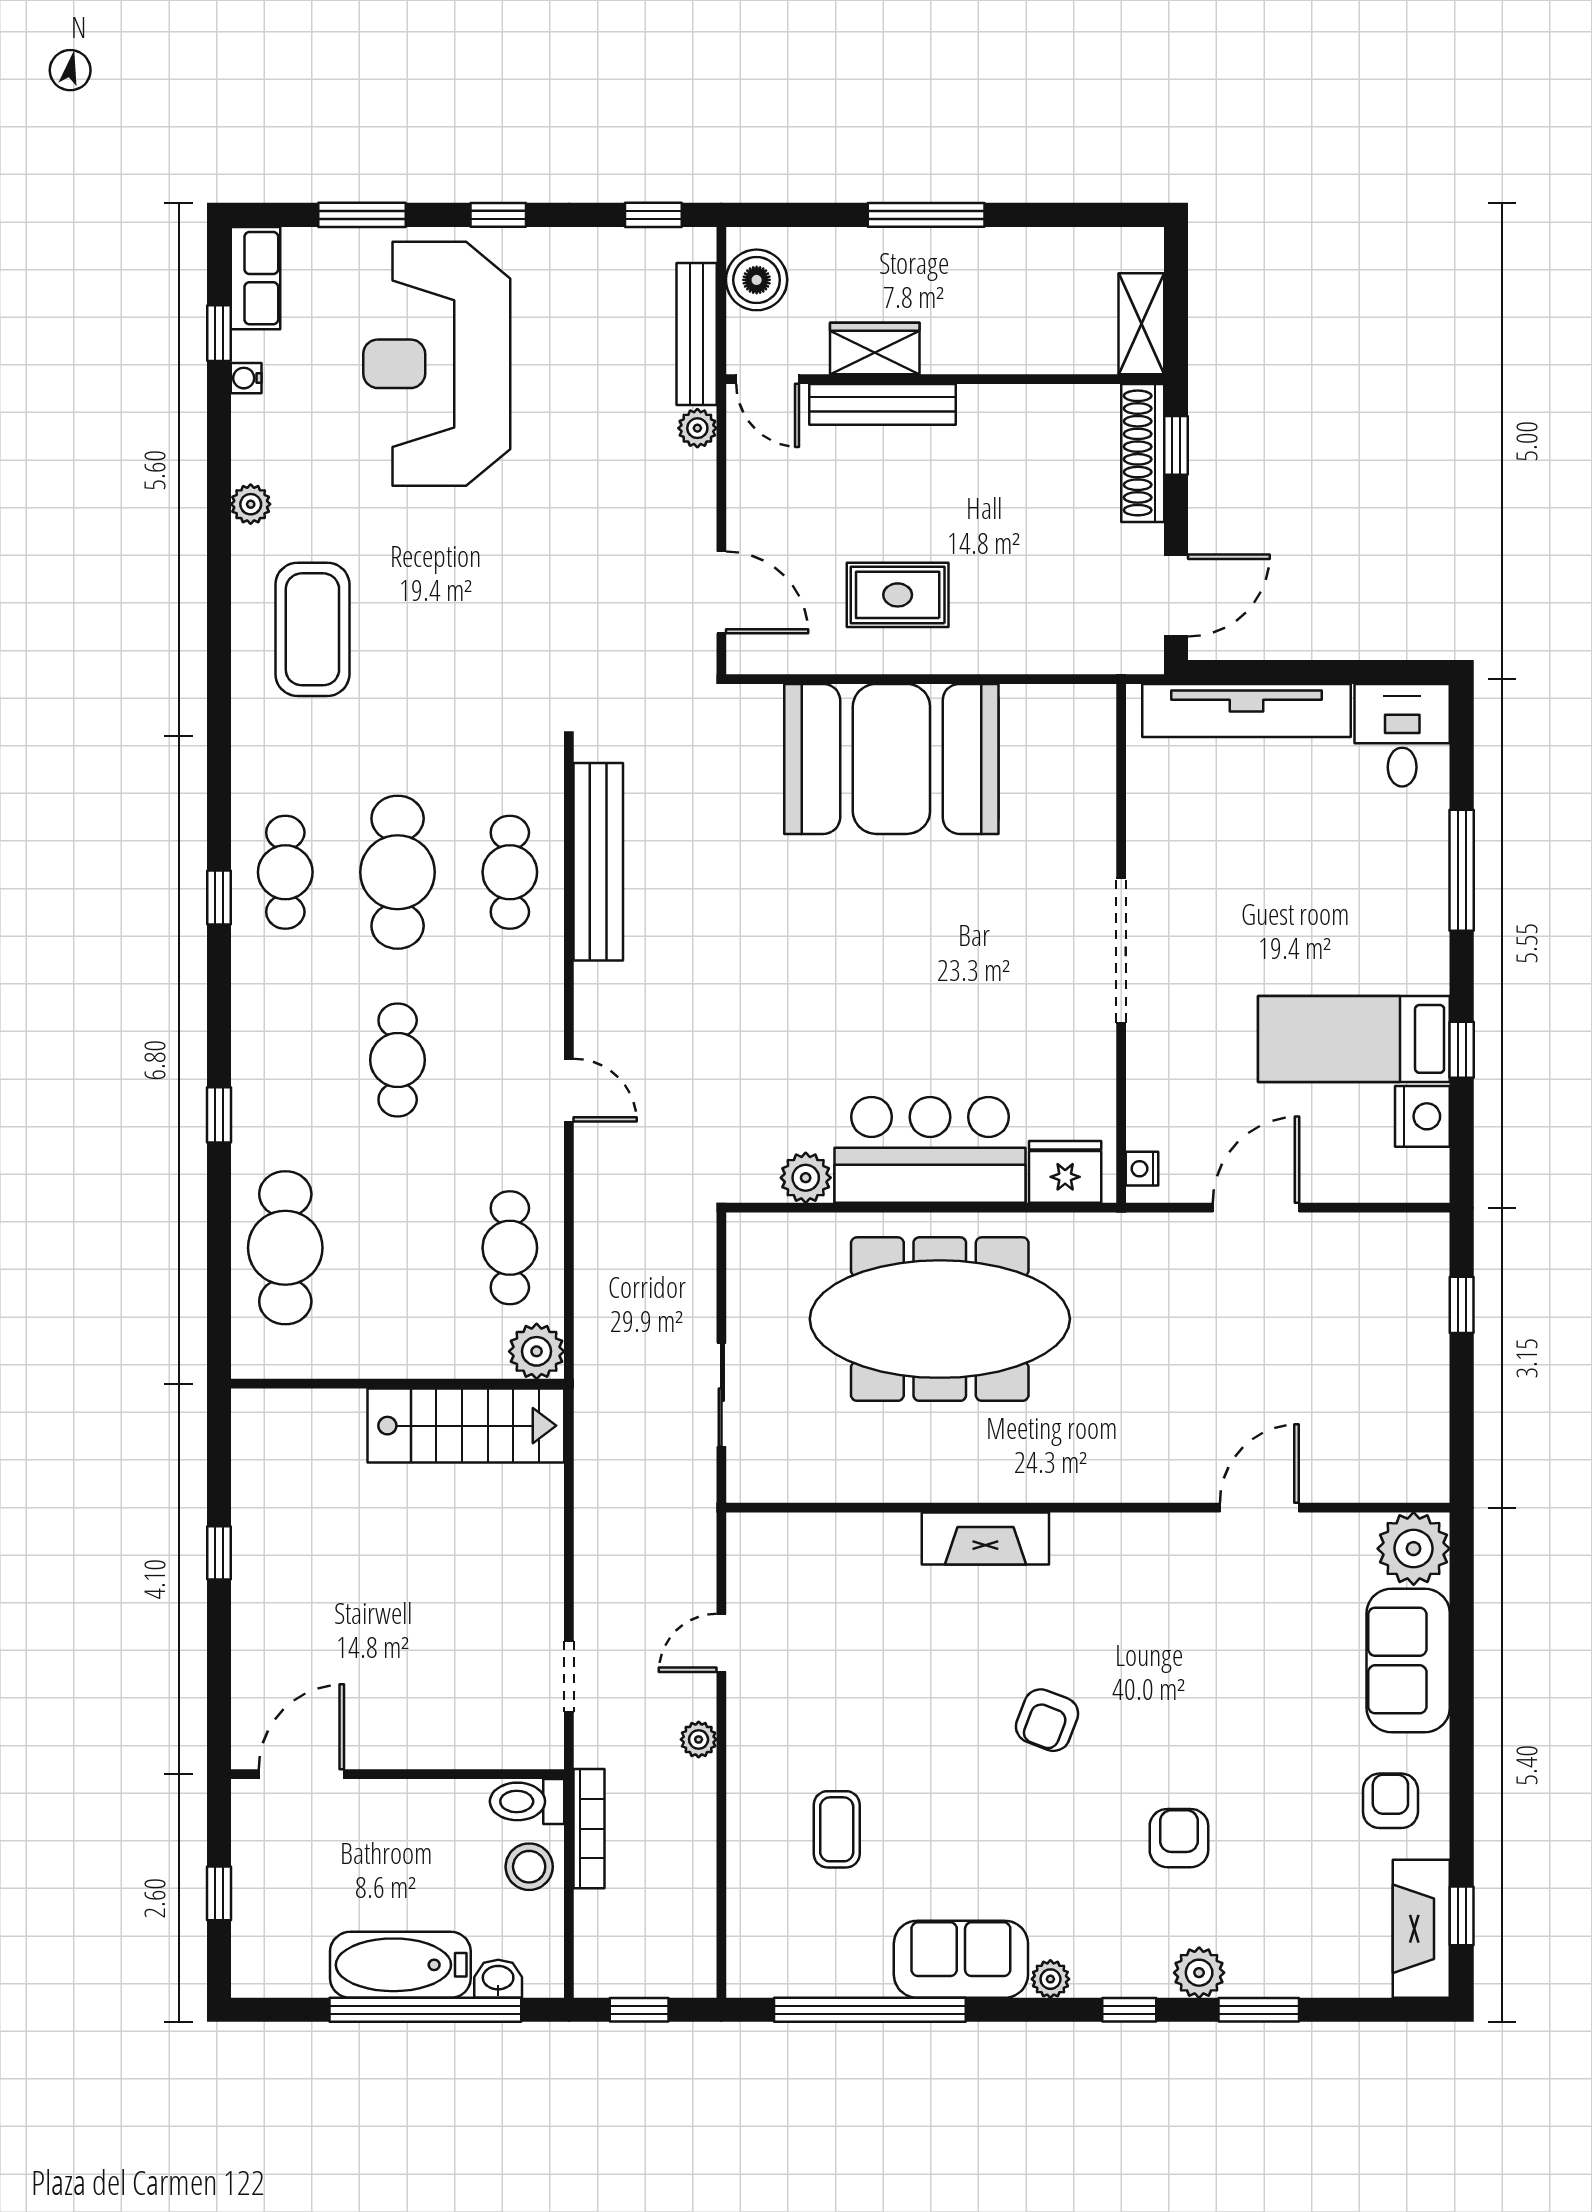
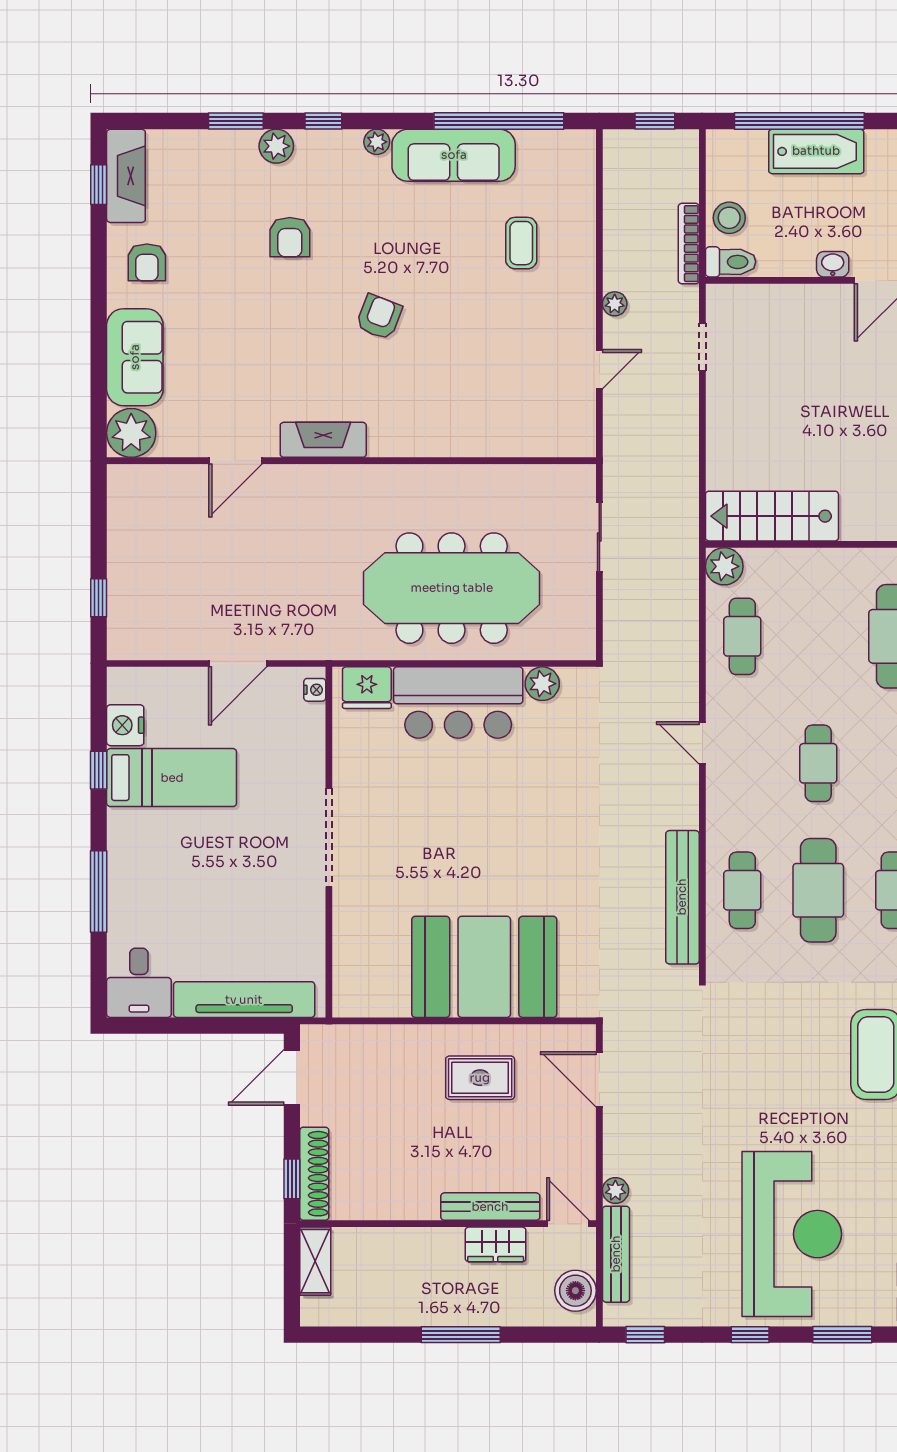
fireplace: (985, 1538) -> (323, 440), moved
sofa: (961, 1959) -> (454, 155), width x1.36
washbasin: (498, 1979) -> (833, 264), moved, turned 180

